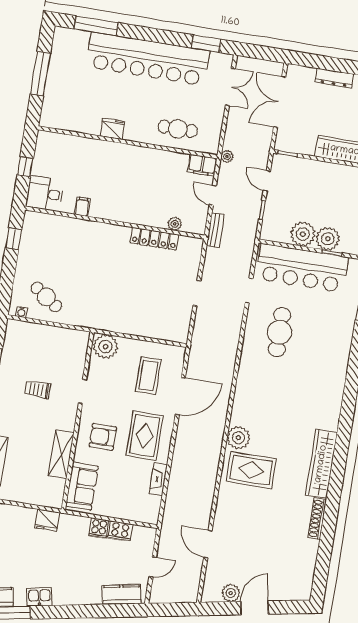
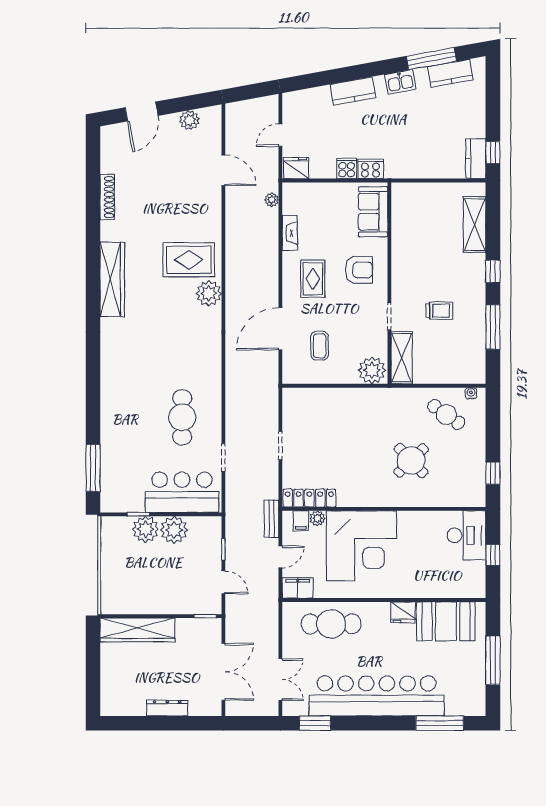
double door: (230, 87) -> (280, 680), swing flipped
booth: (76, 115) -> (446, 621), added
cafe table: (178, 129) -> (331, 624), width x1.37, depth x1.35
plant: (227, 156) -> (272, 200), moved
desk: (45, 193) -> (466, 535), width x1.37
corner desk: (140, 193) -> (362, 546), added
door: (213, 195) -> (280, 557), hinge flipped
filing cabinet: (82, 207) -> (301, 521), moved
locker: (154, 239) -> (309, 498), moved
round table: (84, 261) -> (411, 460), added
bar counter: (302, 268) -> (182, 492), width x0.73
coffee table: (148, 376) -> (320, 346), width x0.73, depth x0.77
rug: (145, 436) -> (313, 279), width x0.73, depth x0.70
shelving: (61, 454) -> (402, 358), moved
shoe rack: (317, 519) -> (107, 197), moved
fridge: (47, 520) -> (296, 168), moved
cooker: (120, 531) -> (370, 169), moved
kitchen counter: (122, 595) -> (353, 91), moved
door: (254, 608) -> (142, 112), moved

